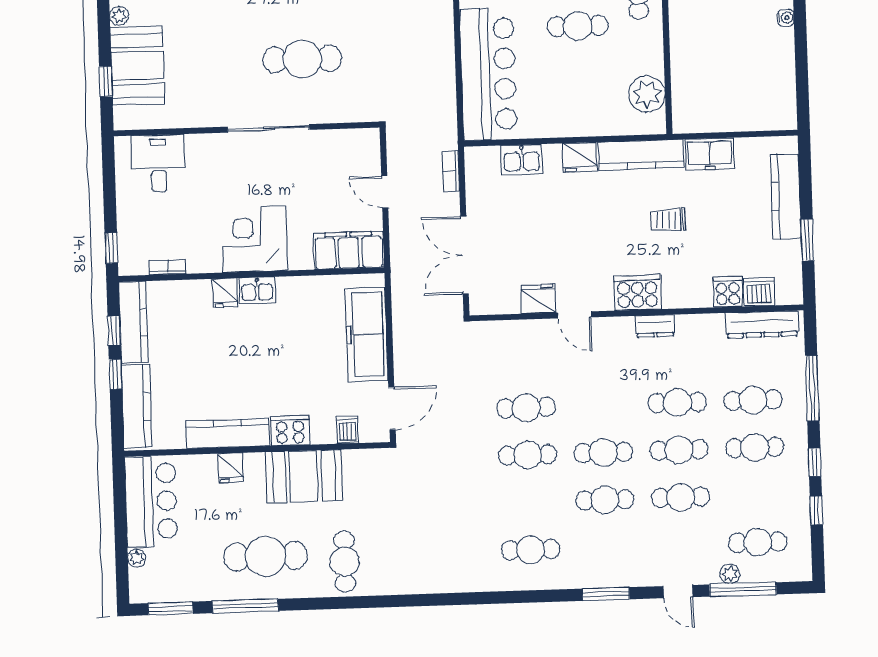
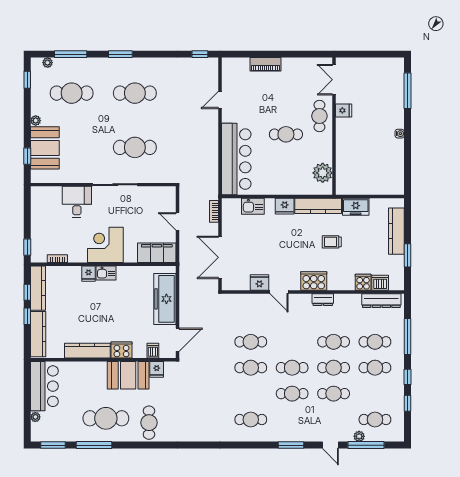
desk: (158, 163) -> (77, 202), moved
fridge: (231, 468) -> (157, 369), moved

